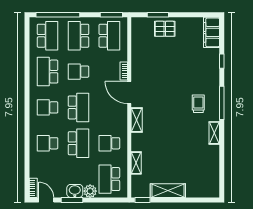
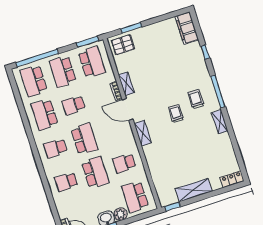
pallet: (165, 29) -> (123, 45), moved
school desk: (48, 36) -> (34, 81), turned 180
trolley: (175, 112) -> (176, 114), added
shelving: (136, 163) -> (126, 84), moved
locker: (208, 192) -> (232, 179), added

